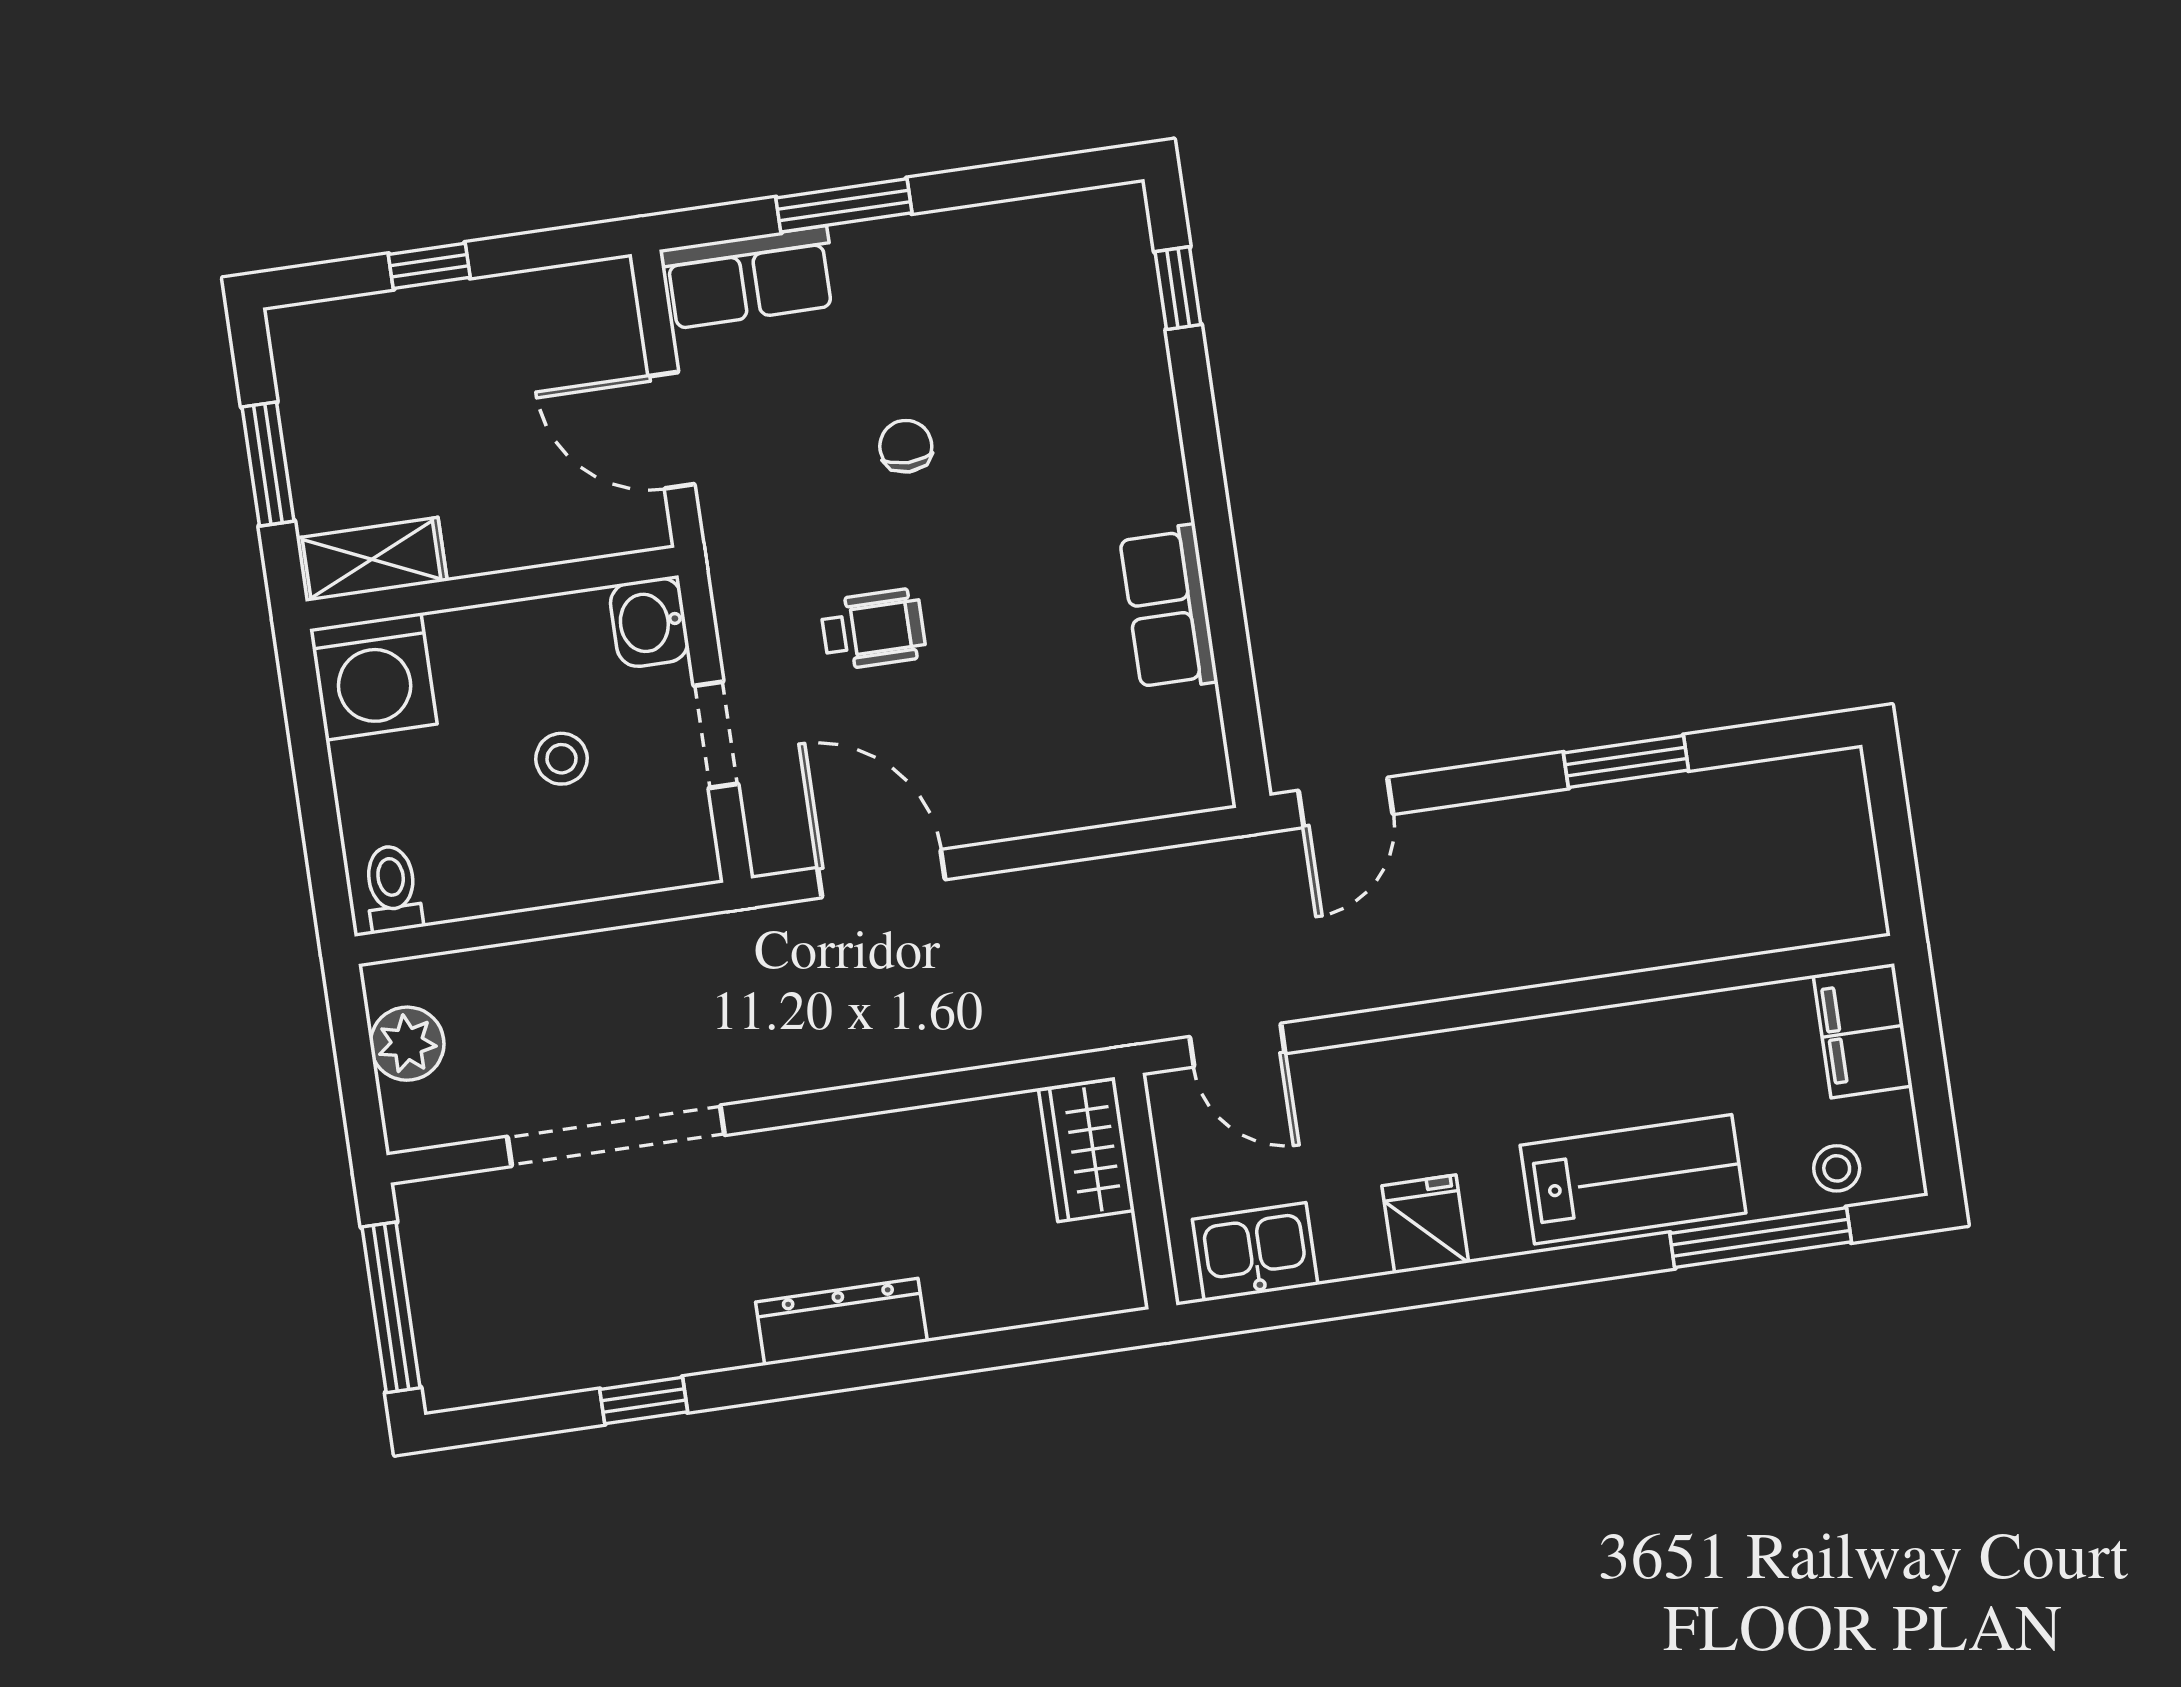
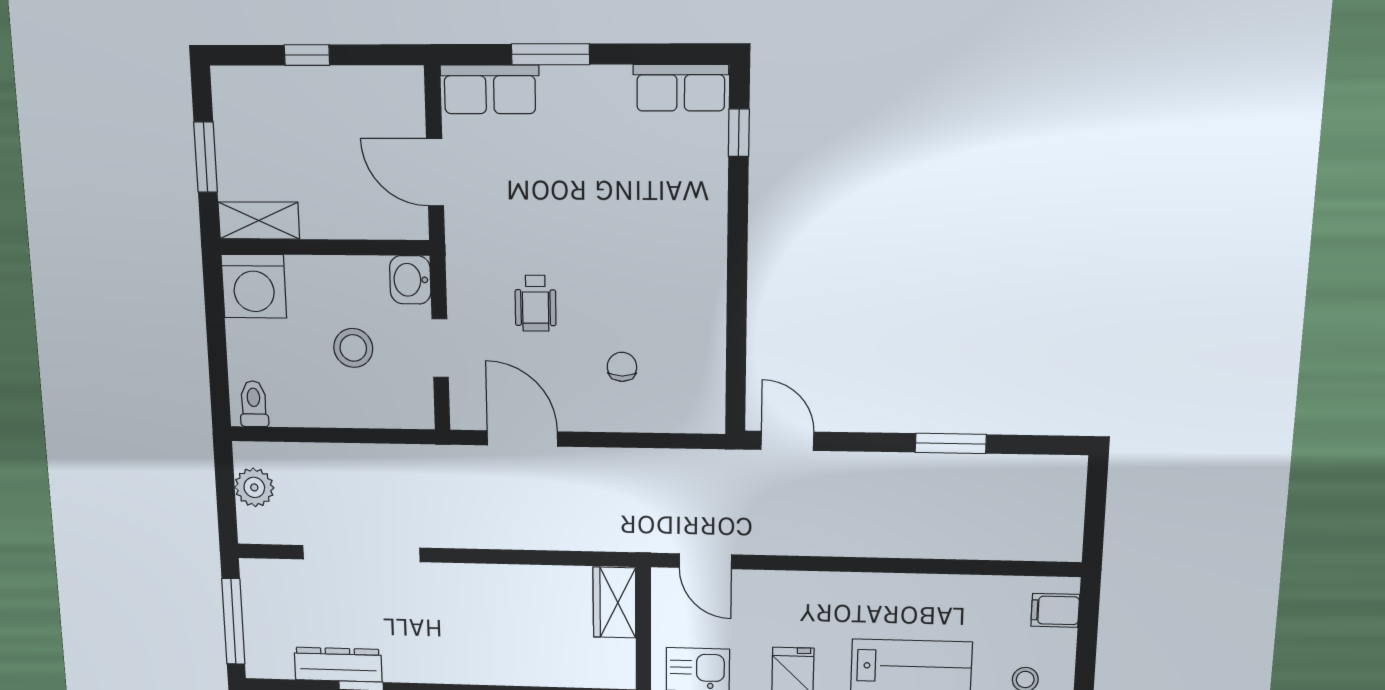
chair: (906, 446) -> (622, 367), moved
row of seats: (1168, 608) -> (681, 88), moved, turned -90
wheelchair: (873, 629) -> (535, 303), turned 90
stool: (561, 759) -> (353, 348), width x1.37, depth x1.37
door: (1346, 802) -> (787, 441), swing flipped
filing cabinet: (1863, 1031) -> (1055, 610), width x0.50
dresser: (841, 1322) -> (338, 665), moved

